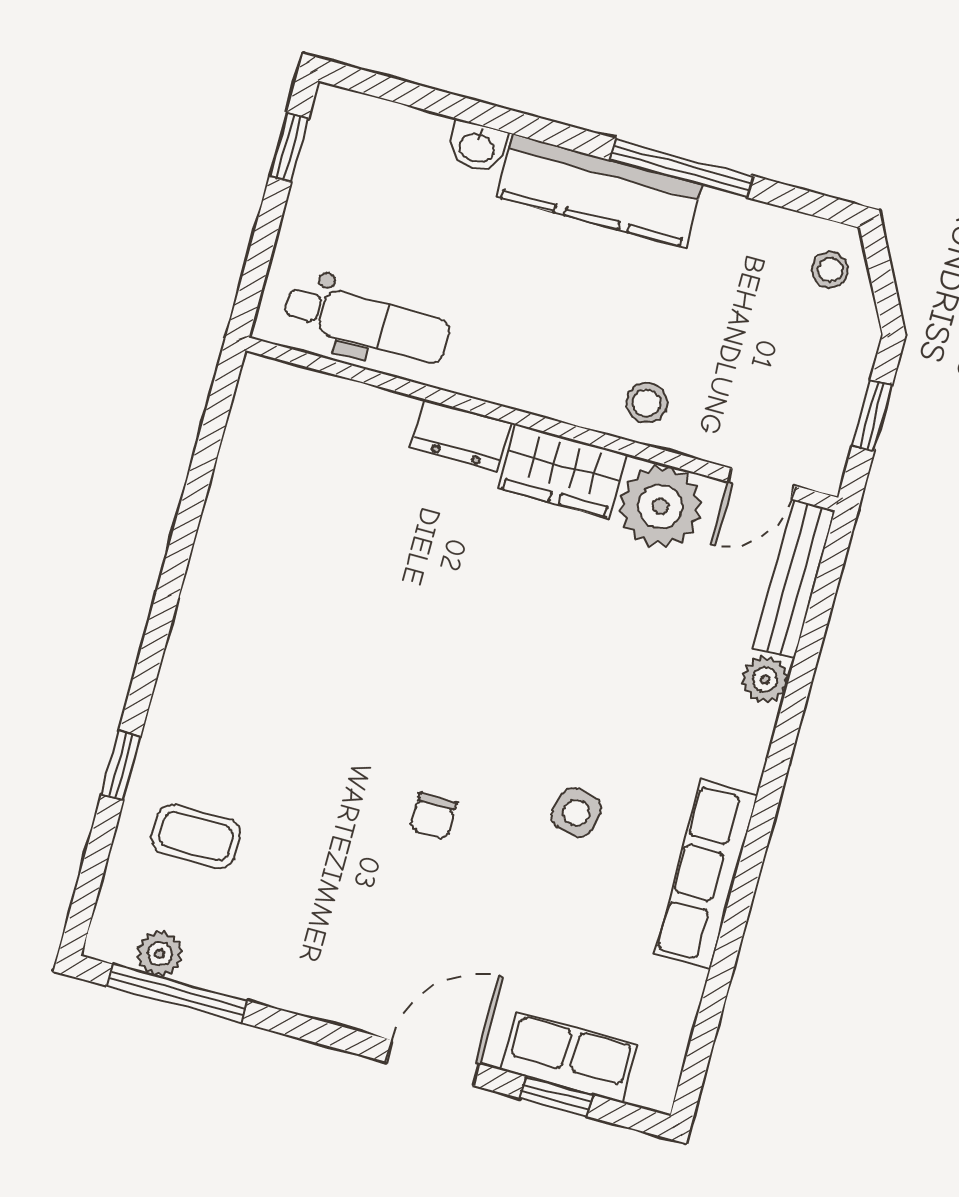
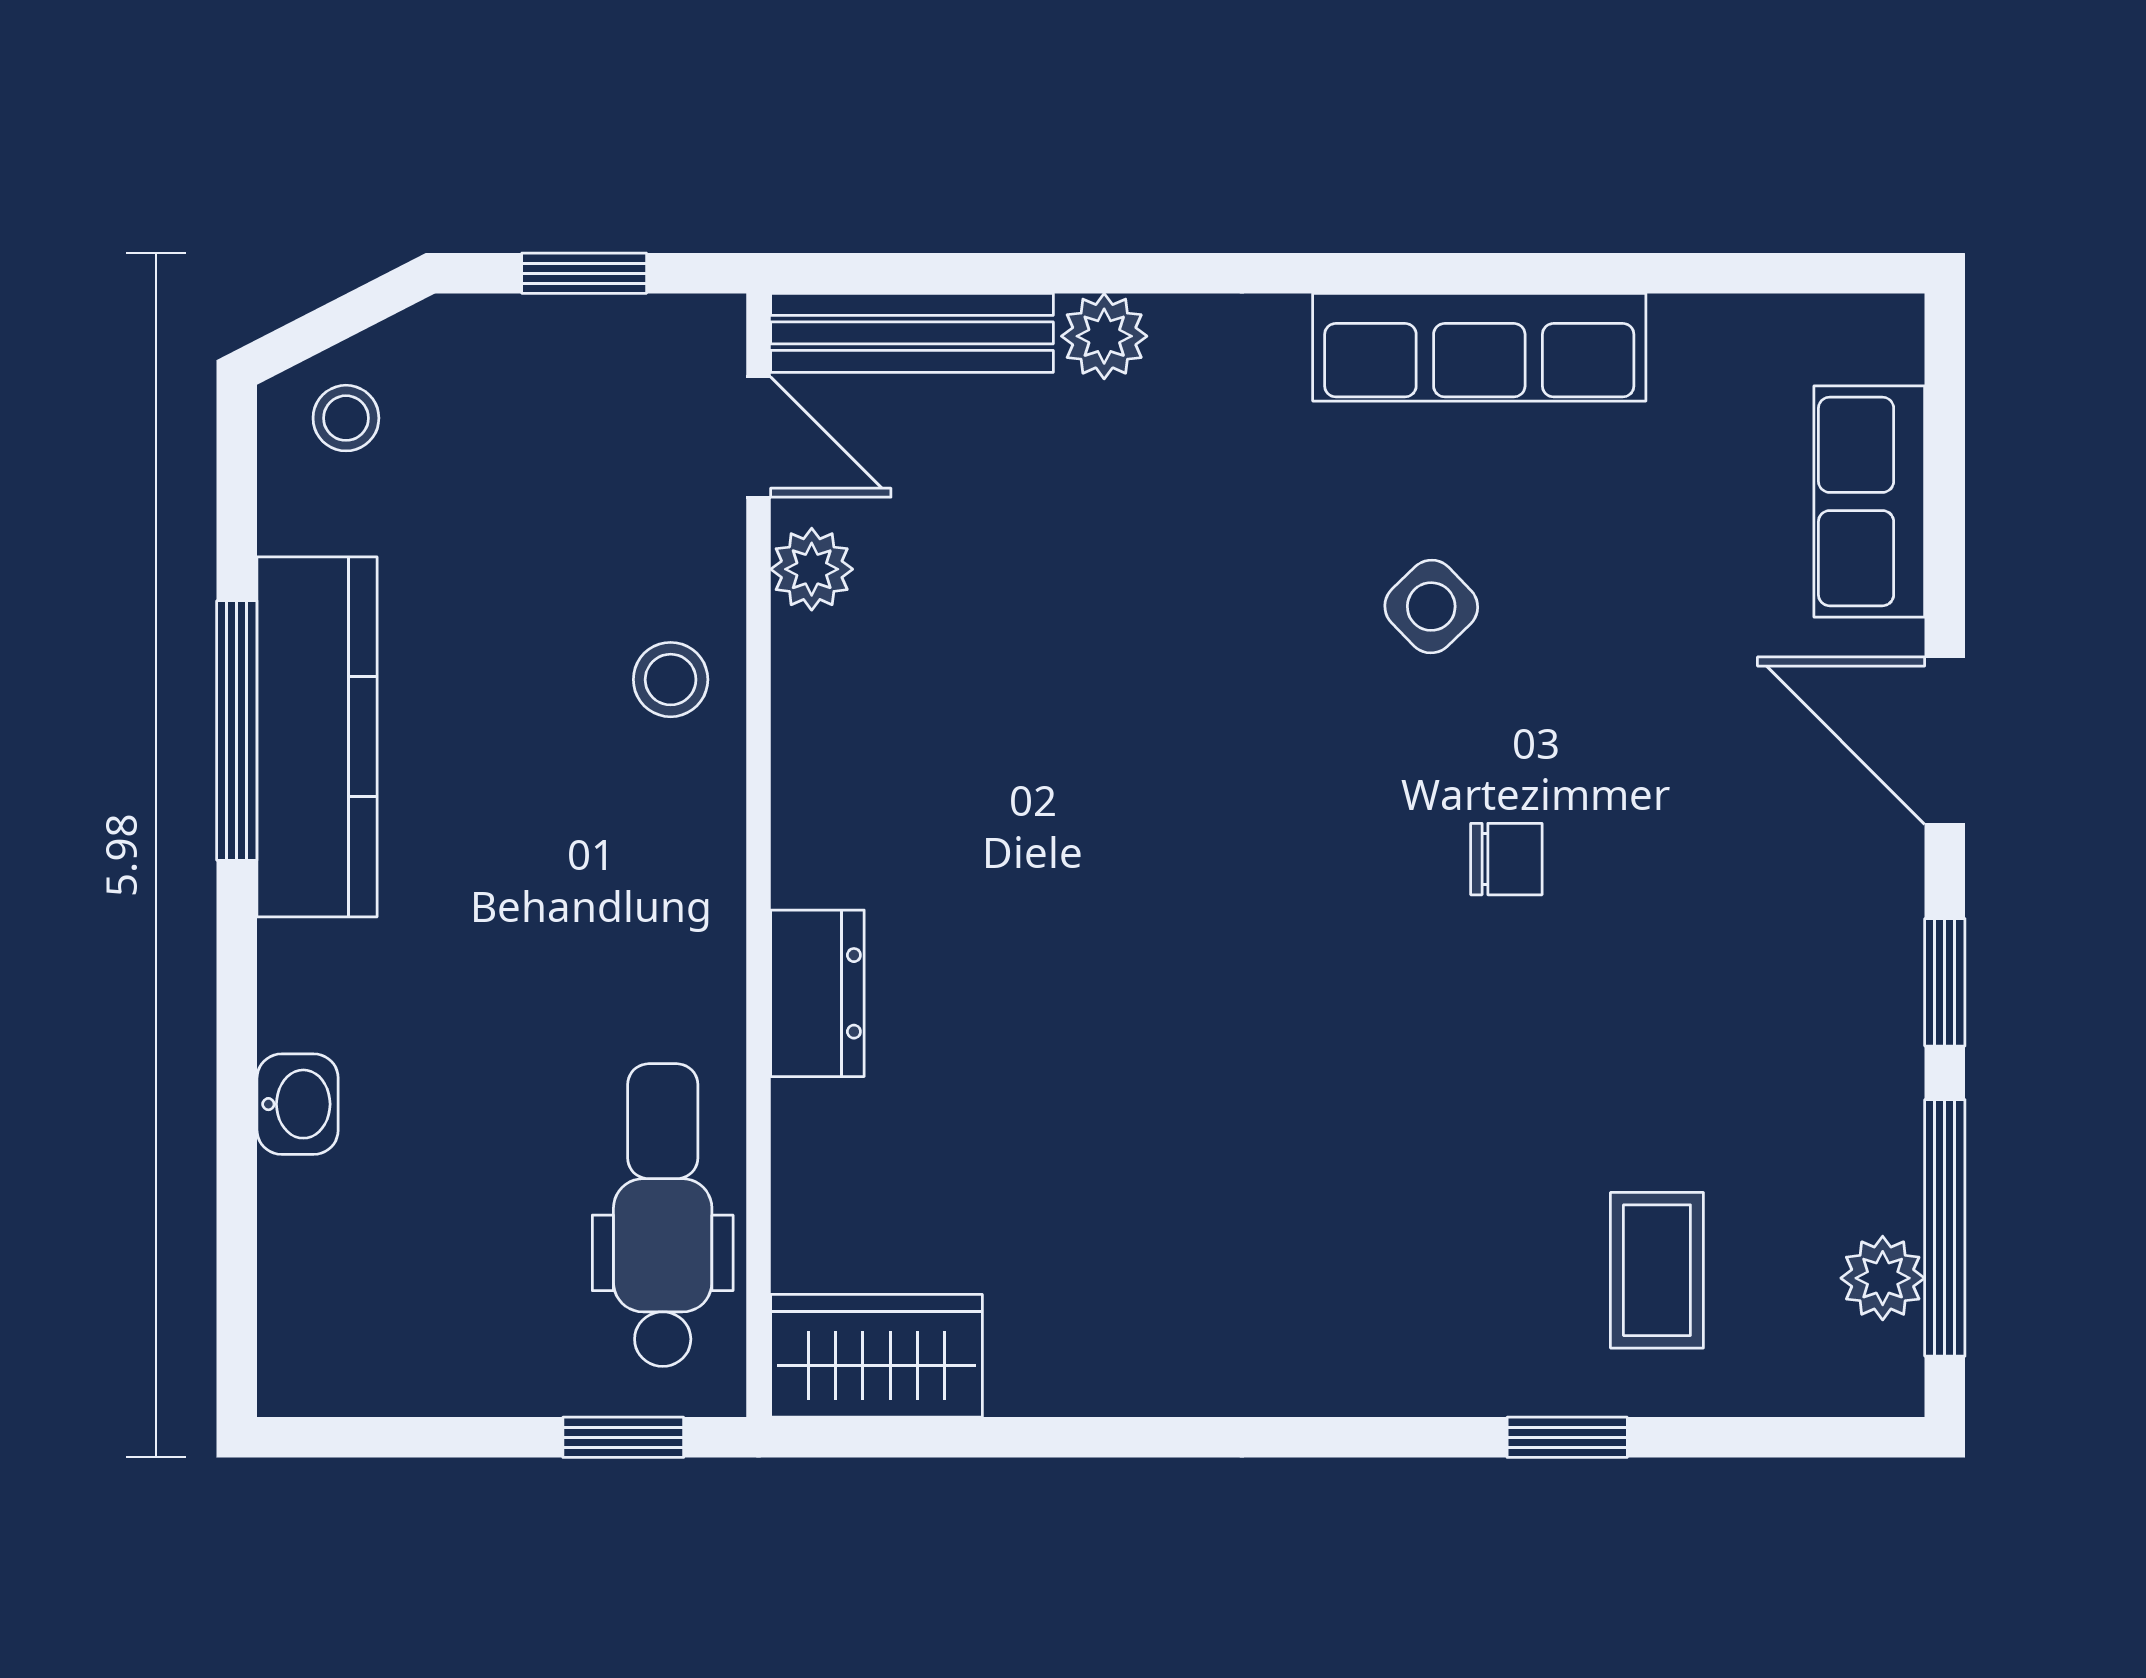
window: (289, 147) -> (623, 1437), moved
kitchen counter: (599, 191) -> (317, 737), moved
wardrobe: (562, 471) -> (876, 1356), moved, turned -90
plant: (660, 506) -> (812, 569), width x0.53, depth x0.53
side table: (576, 813) -> (1431, 607), turned 33
window: (556, 1096) -> (1945, 982), moved

